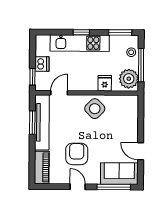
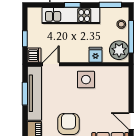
dishwasher: (42, 64) -> (34, 55), moved
window: (32, 77) -> (25, 39), moved
side table: (95, 109) -> (86, 80), turned 45

